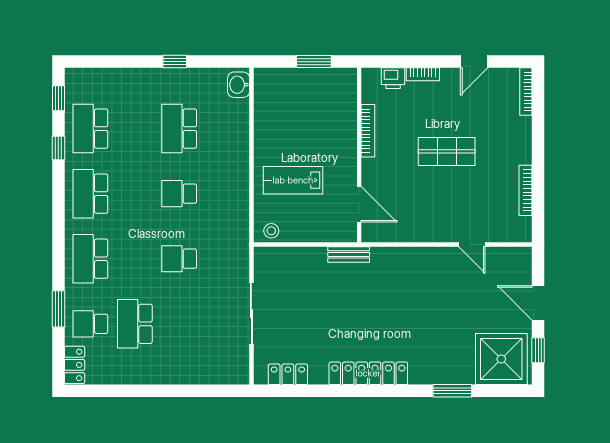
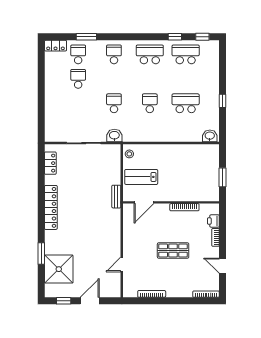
shop shelf: (447, 151) -> (173, 250), turned 90
lab bench: (293, 180) -> (141, 177), moved, turned -90
washbasin: (238, 258) -> (114, 136), added
school desk: (90, 259) -> (114, 54), width x0.54
school desk: (135, 324) -> (78, 79), width x0.54
shower: (501, 359) -> (59, 269), moved

